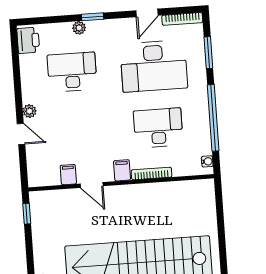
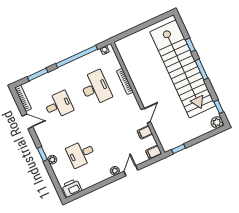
desk: (154, 66) -> (59, 105), width x0.53, depth x0.77
desk: (72, 72) -> (81, 154), width x0.73
desk: (158, 128) -> (95, 88), turned 180
filing cabinet: (122, 170) -> (154, 152), moved

